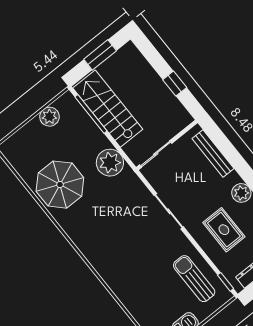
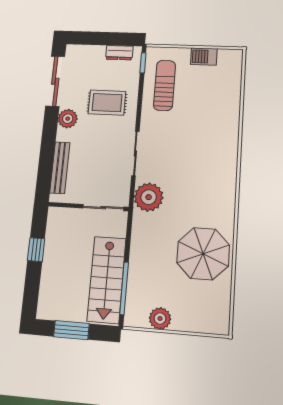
plant: (110, 163) -> (149, 197), moved
rug: (224, 230) -> (107, 103), turned 90
sun lounger: (194, 279) -> (165, 85), turned 180

